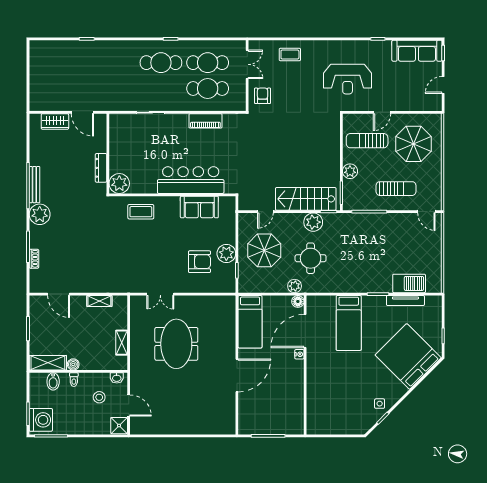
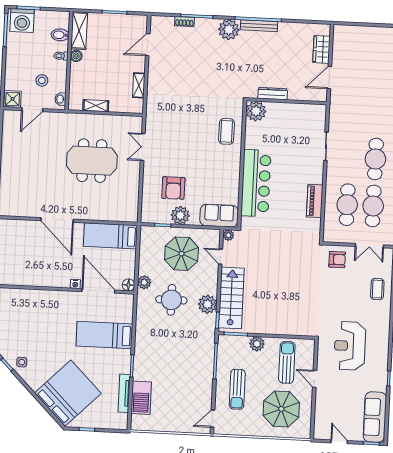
plant: (244, 205) -> (228, 235), added
sofa: (199, 207) -> (219, 216), moved, turned 90

